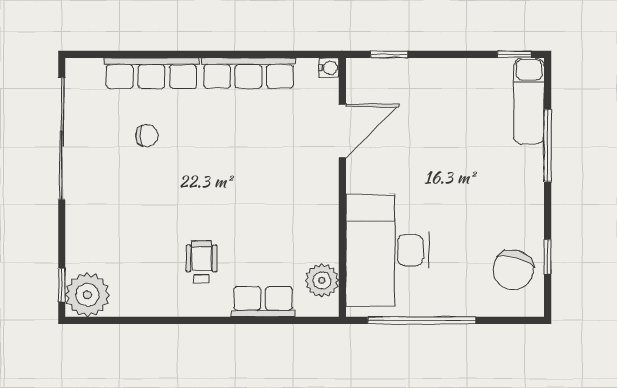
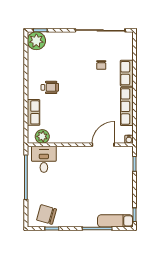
row of seats: (152, 73) -> (127, 73), width x0.68
door: (342, 131) -> (103, 145), swing flipped
desk: (388, 250) -> (44, 159), width x0.53, depth x0.77

